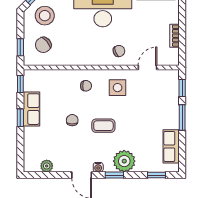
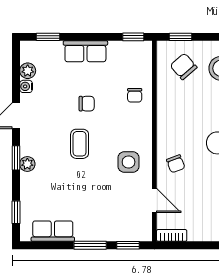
bookcase: (175, 36) -> (172, 235), moved
chair: (86, 86) -> (135, 95), moved
row of seats: (31, 109) -> (85, 51), moved
window: (20, 118) -> (48, 37), moved
plant: (124, 161) -> (27, 164), width x0.53, depth x0.53
water cooler: (98, 167) -> (26, 86), moved

